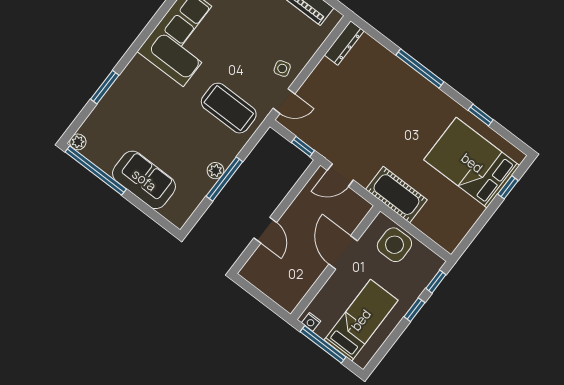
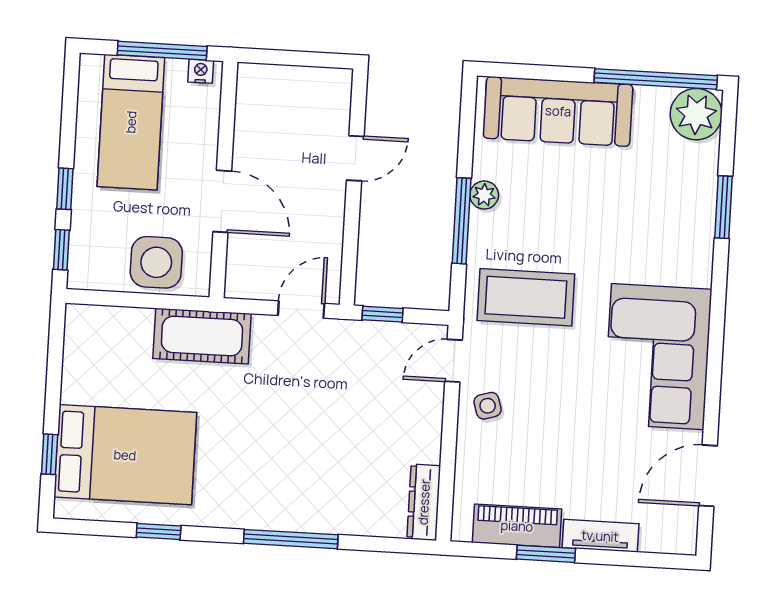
plant: (78, 142) -> (696, 114), width x1.88, depth x1.88
window: (224, 179) -> (462, 221), moved
sofa: (144, 180) -> (558, 111), width x1.36
door: (265, 230) -> (355, 158), swing flipped

